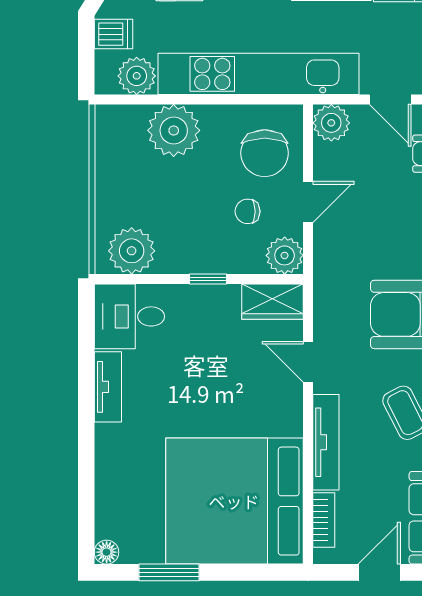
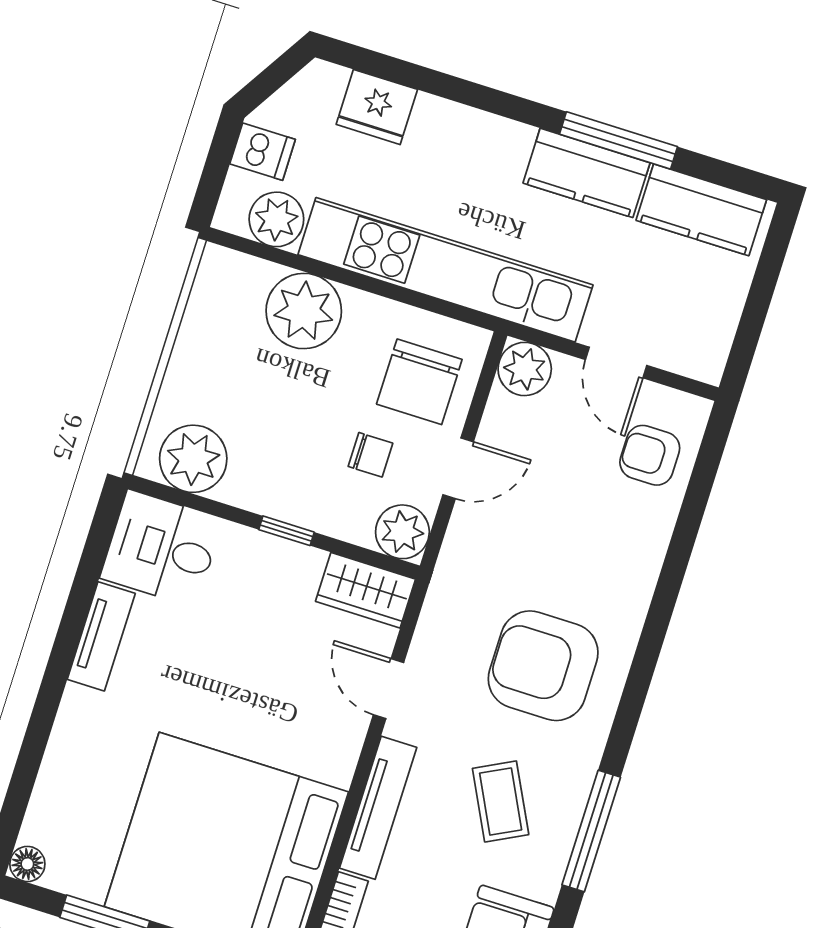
chair: (247, 211) -> (370, 455), turned 180

